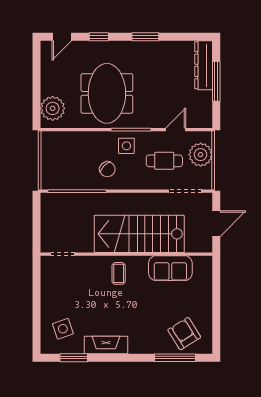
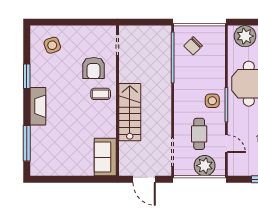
chair: (107, 169) -> (193, 46), moved
stairs: (139, 234) -> (130, 112), width x0.73, depth x0.66
sofa: (170, 268) -> (105, 157), moved
armchair: (184, 334) -> (94, 68), moved, turned 122
fireplace: (106, 345) -> (38, 106), moved
window: (74, 358) -> (27, 76), moved

